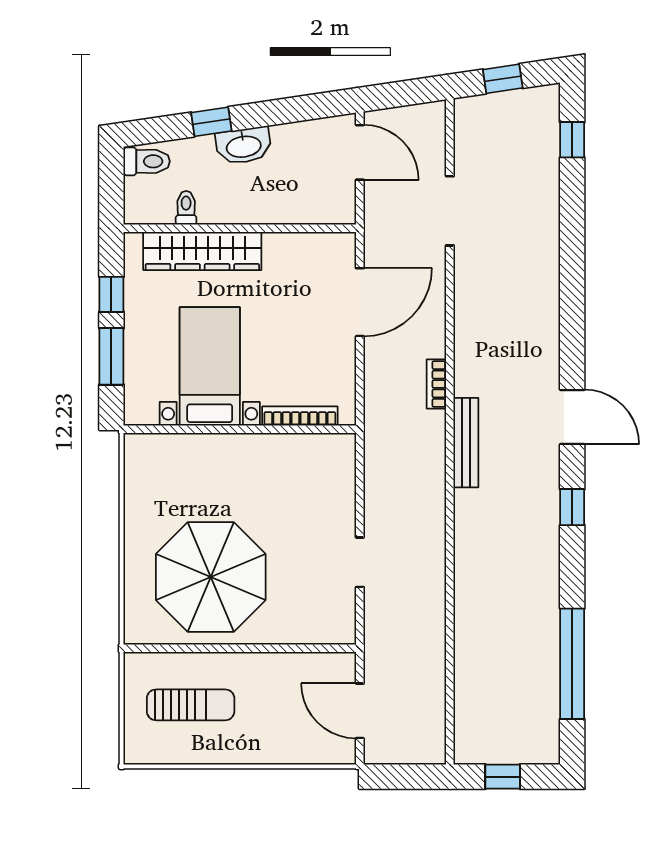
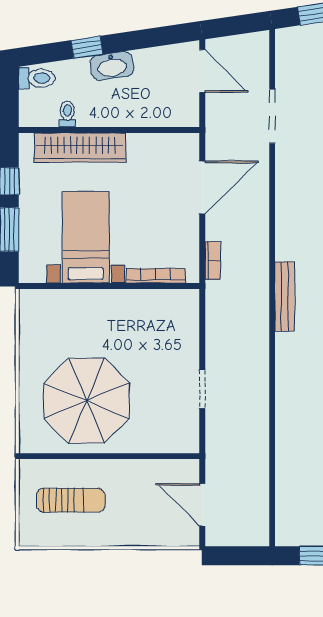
bookcase: (436, 384) -> (213, 260), moved, turned 180

